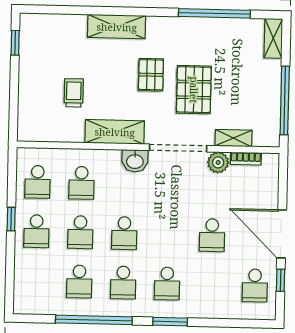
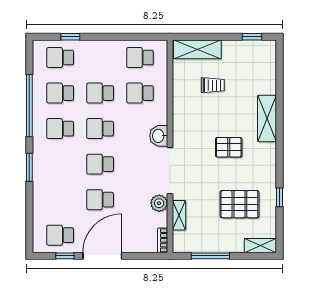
window: (214, 13) -> (280, 197), width x0.32
pallet: (194, 90) -> (239, 204), moved
window: (285, 100) -> (210, 256), width x0.68
shelving: (115, 132) -> (197, 49), moved, turned 90
bookcase: (246, 159) -> (163, 240), moved
window: (11, 219) -> (70, 37), moved
school desk: (36, 231) -> (60, 58), moved
school desk: (167, 284) -> (100, 164), moved

